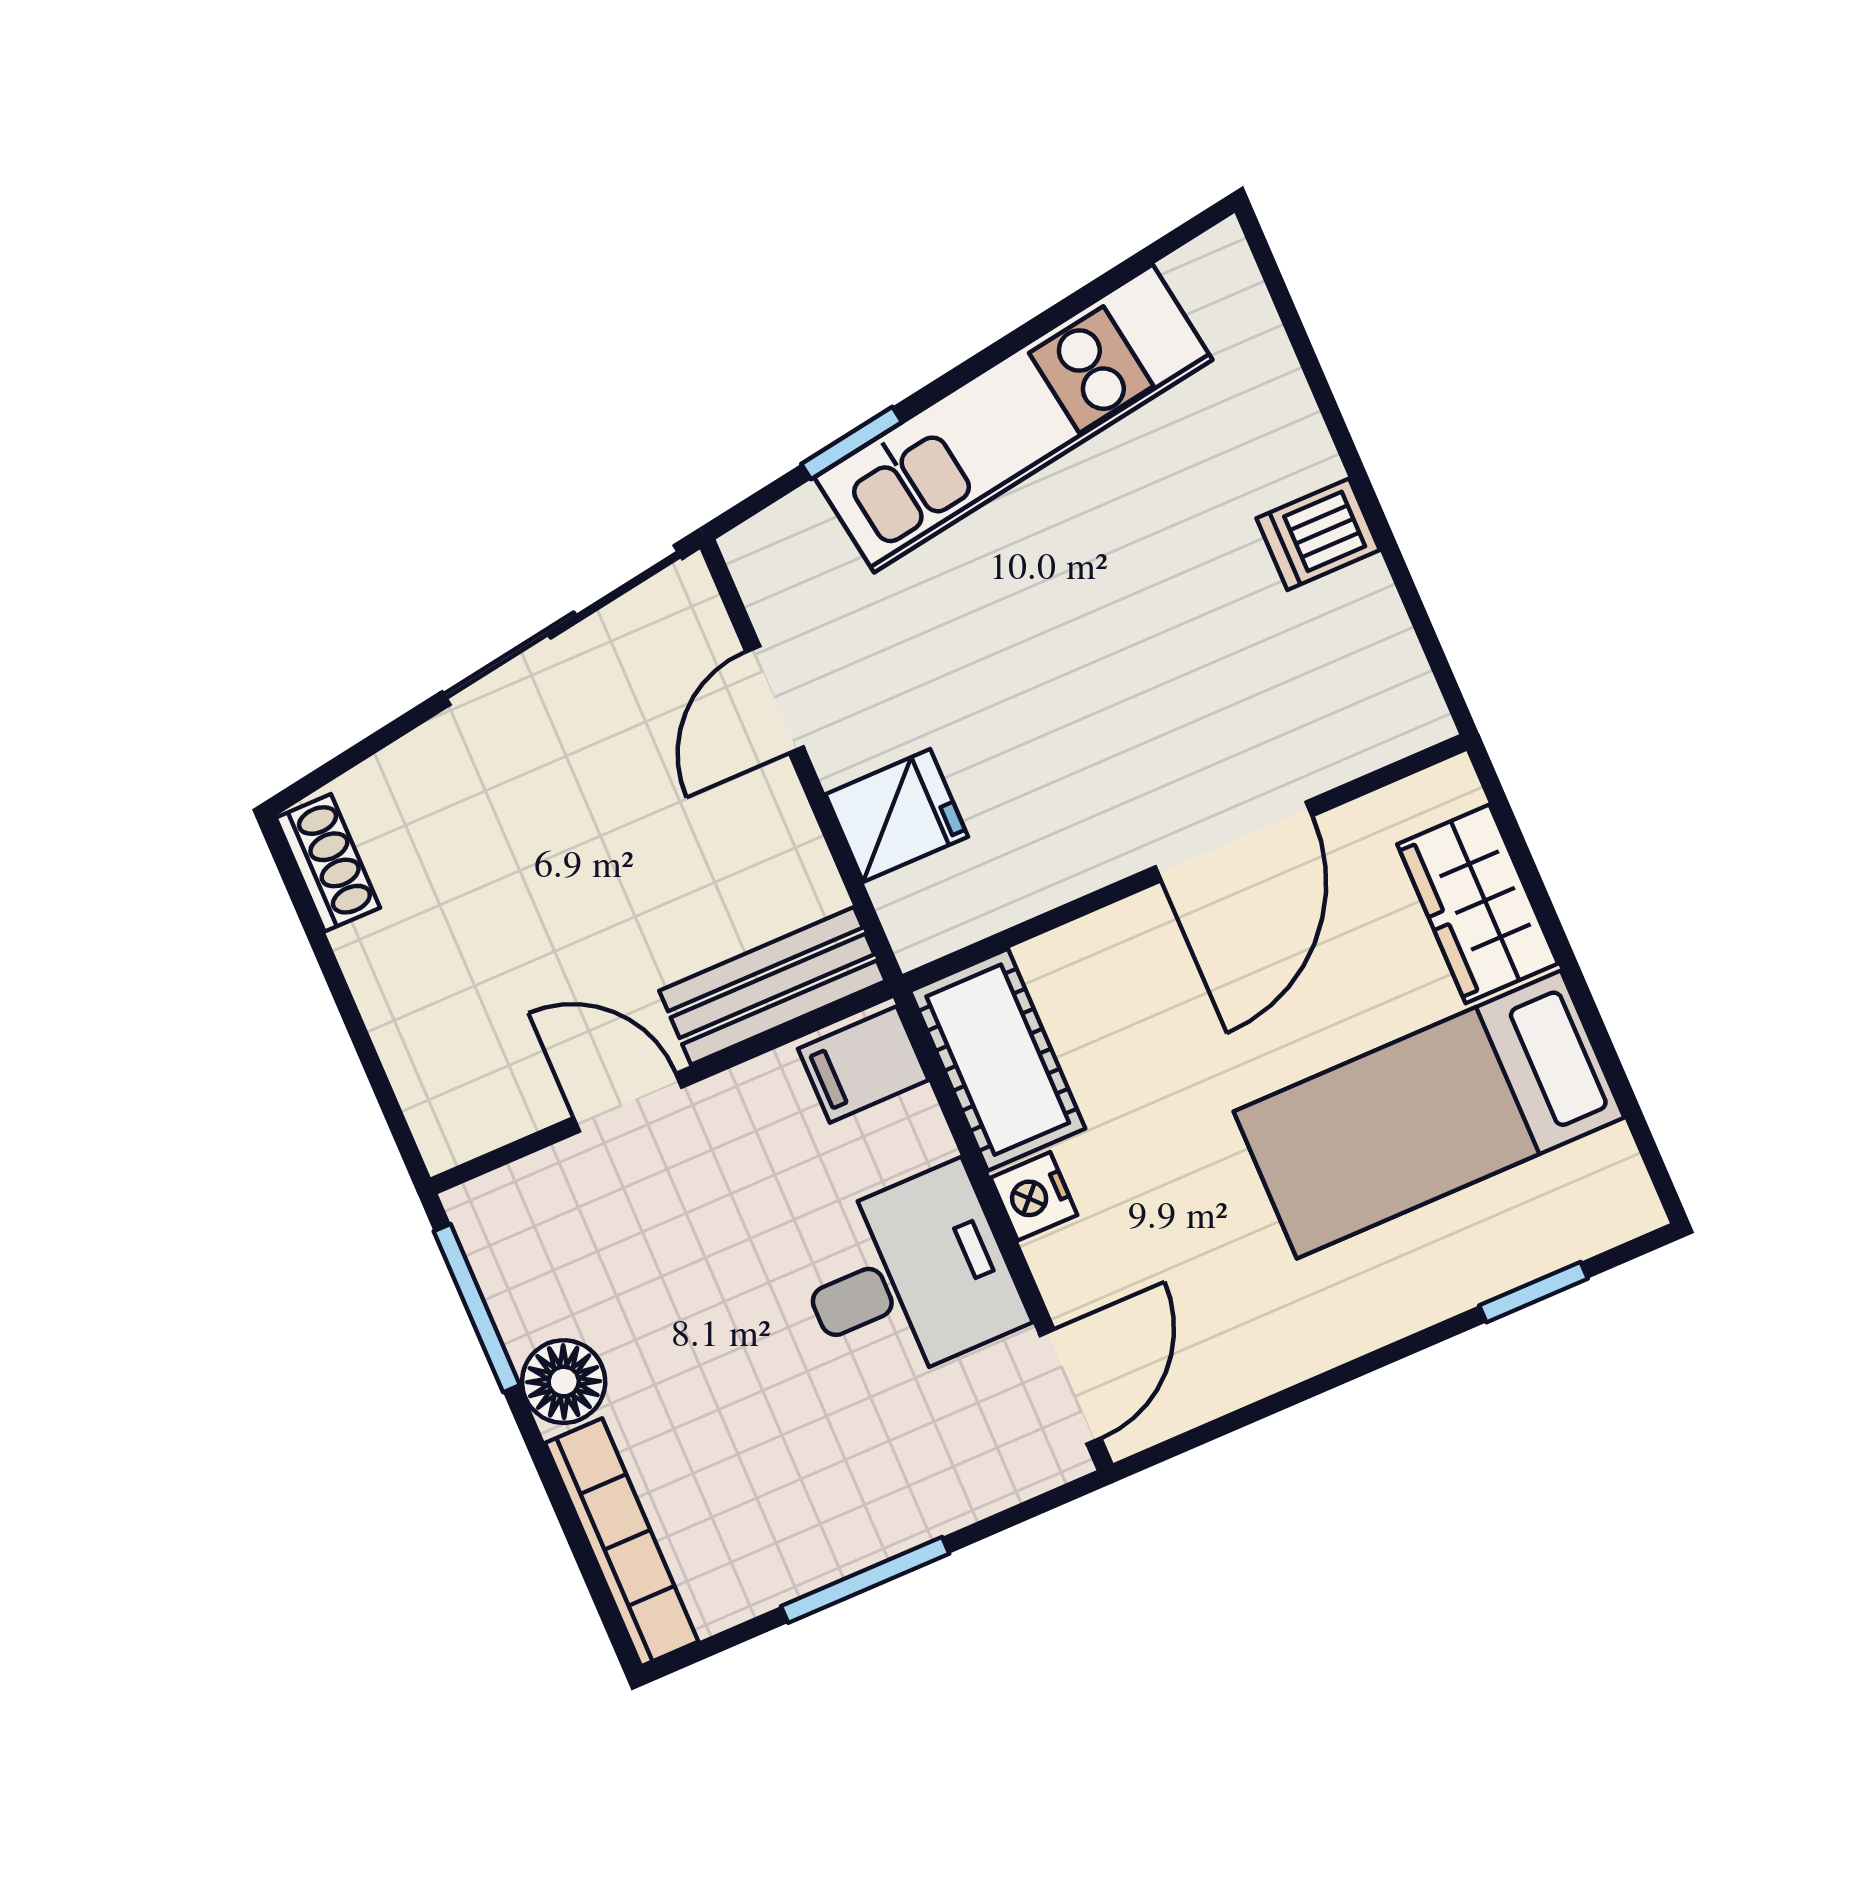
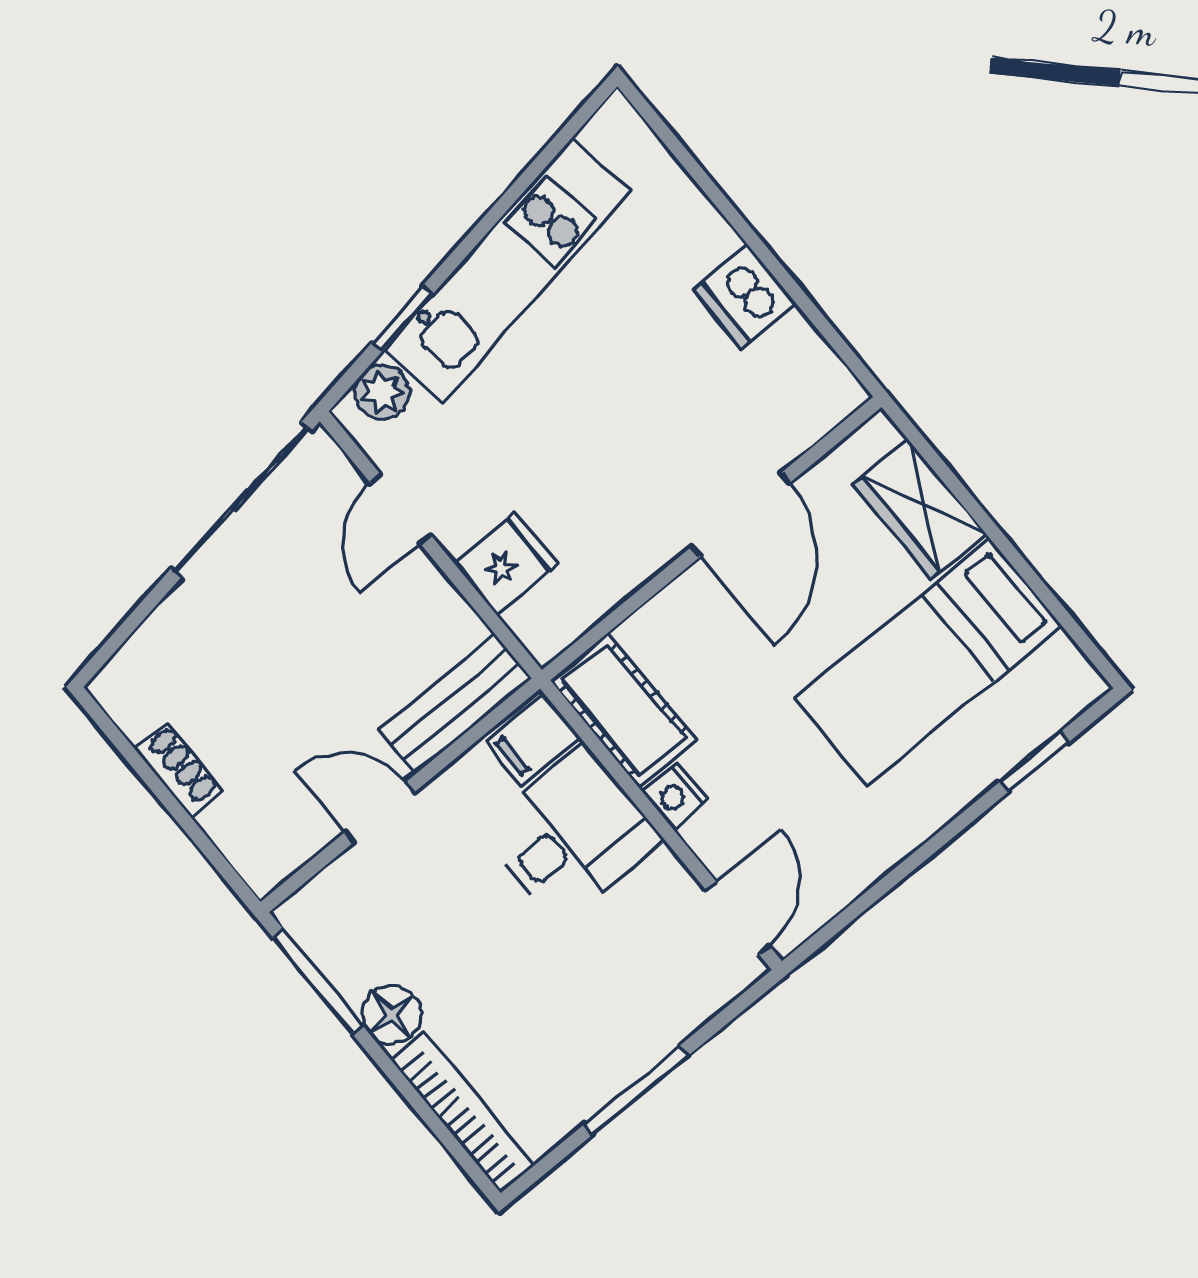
plant: (796, 534) -> (382, 392), added
dishwasher: (1318, 534) -> (744, 297), width x1.38
shoe rack: (328, 863) -> (178, 769), moved
desk: (908, 1278) -> (571, 835), moved

